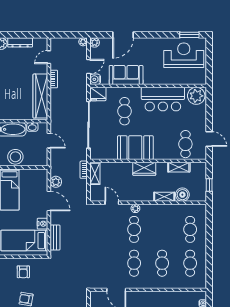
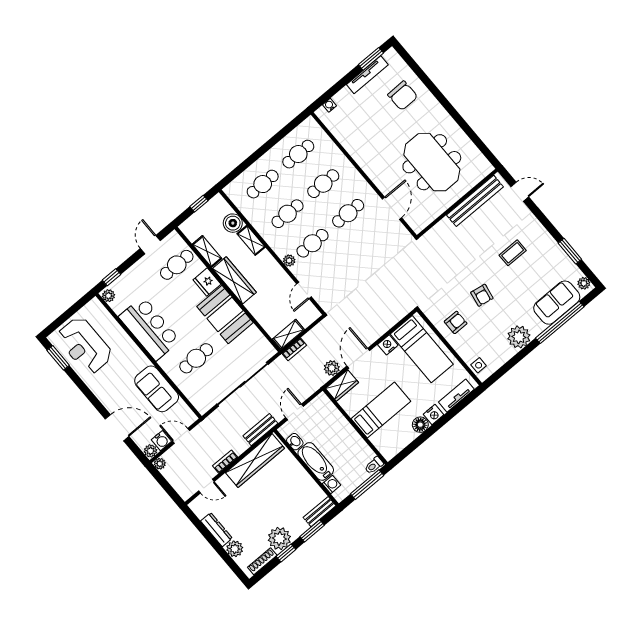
water cooler: (95, 79) -> (161, 441), moved
fridge: (98, 94) -> (207, 282), moved, turned 180
plant: (196, 96) -> (109, 296), width x0.53, depth x0.53
window: (209, 102) -> (111, 277), added
stool: (15, 157) -> (341, 433), removed
wardrobe: (144, 169) -> (234, 280), width x1.50
wardrobe: (41, 179) -> (342, 385), added
cafe table: (162, 229) -> (288, 214), added
bench: (55, 238) -> (260, 430), moved

